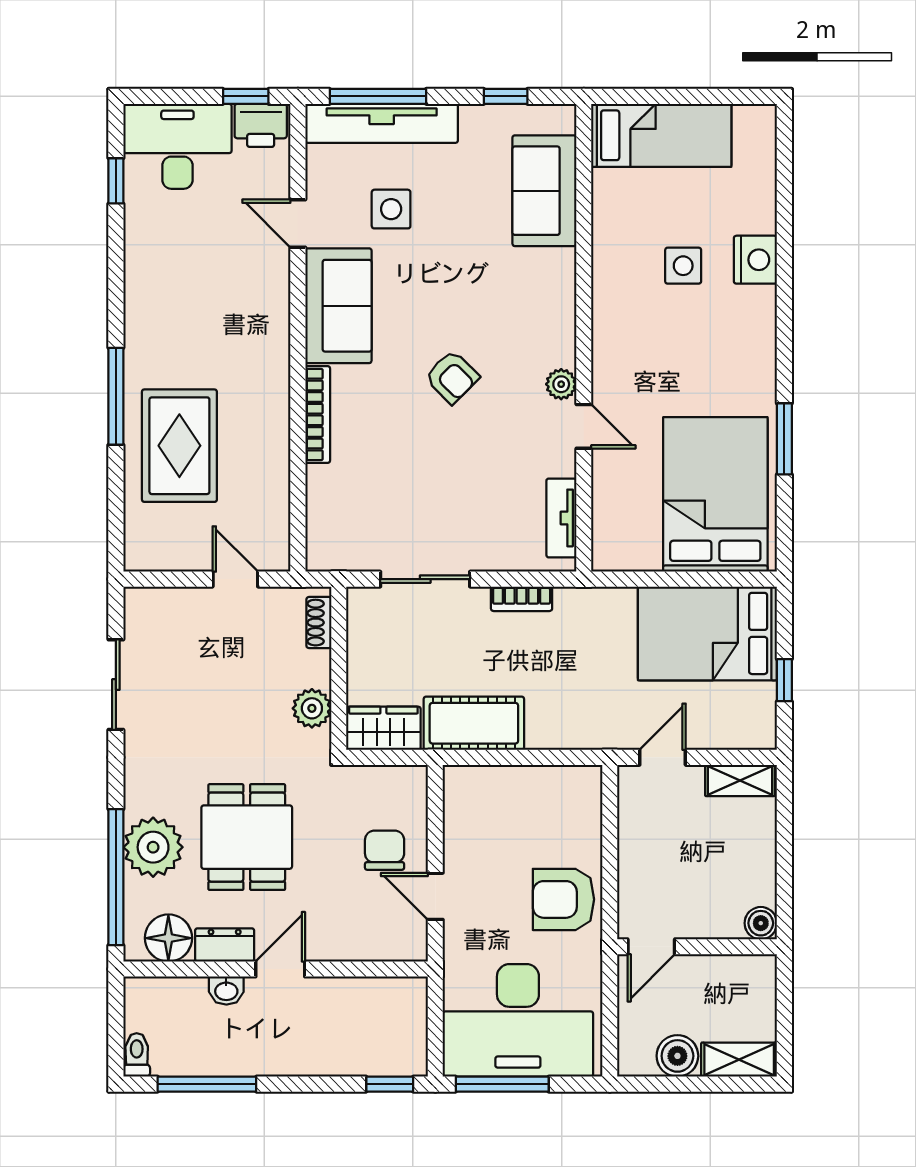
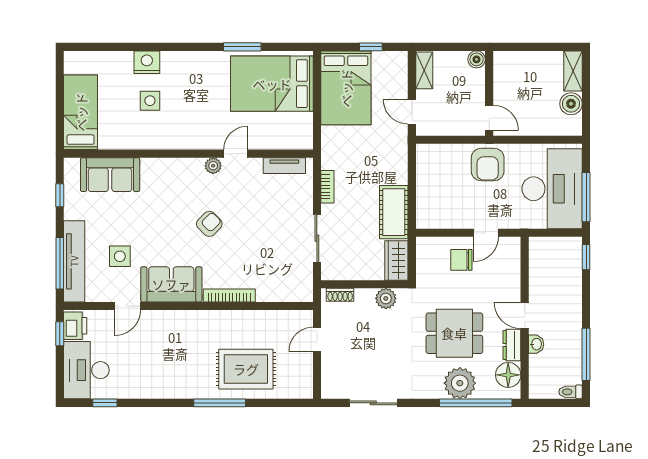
boiler: (761, 923) -> (477, 59), moved
door: (651, 947) -> (489, 118), moved
wall: (697, 947) -> (489, 93), moved

